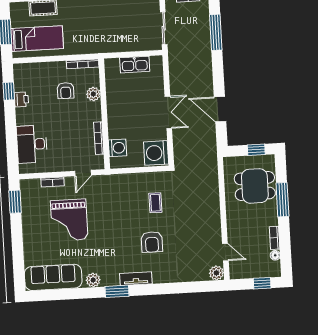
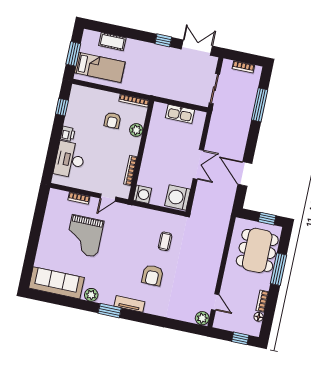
printer: (21, 99) -> (68, 134), moved
washing machine: (117, 148) -> (142, 194), moved
dining table: (255, 186) -> (257, 250), width x1.37
window: (15, 202) -> (41, 207), removed

